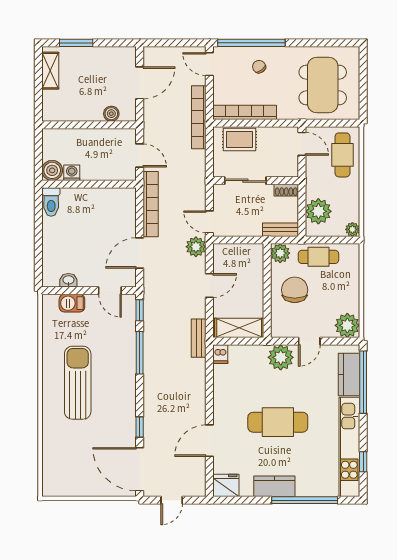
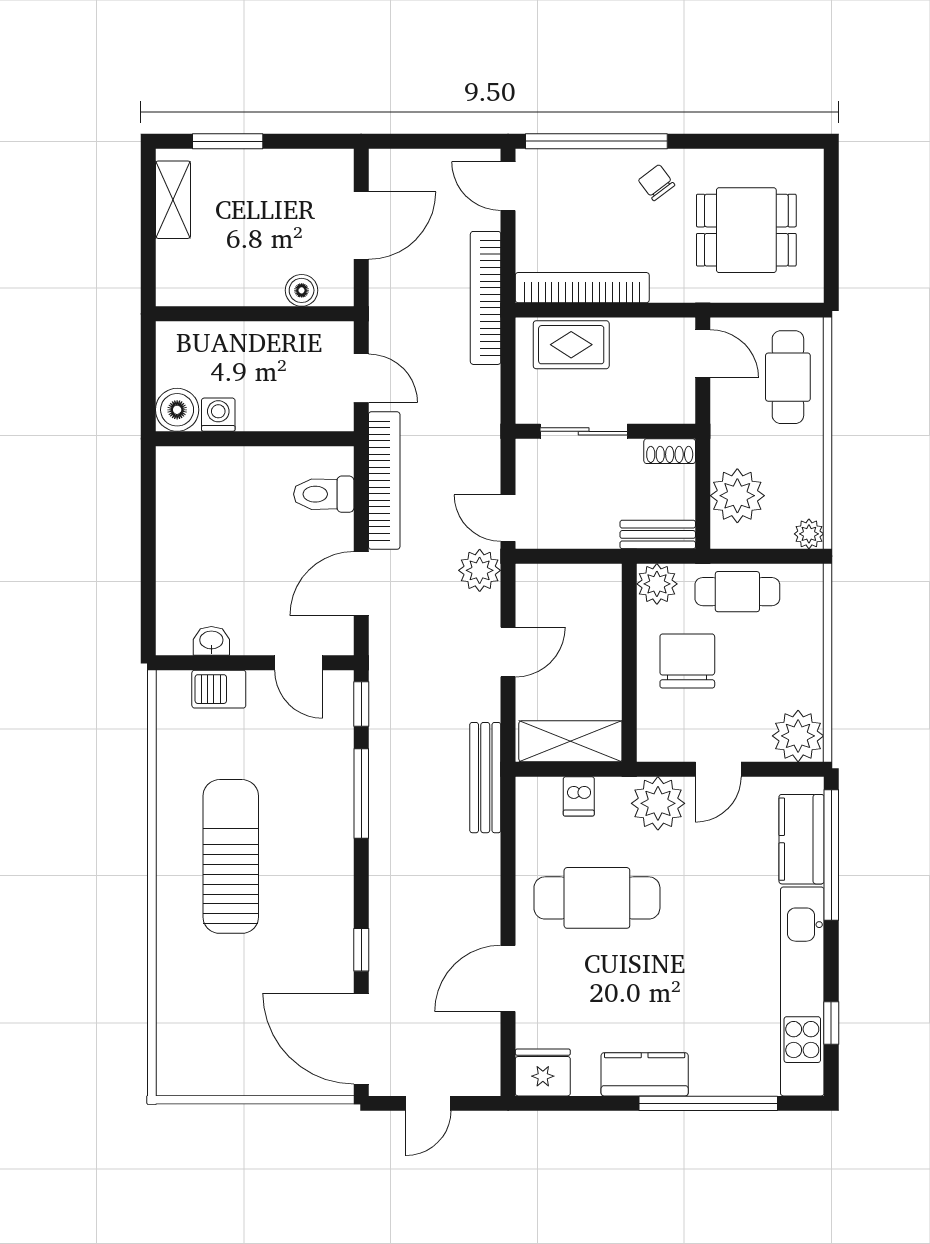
chair: (259, 67) -> (657, 183), moved
dining table: (323, 85) -> (746, 230), width x0.73
toilet: (51, 202) -> (324, 494), moved, turned 90
bench: (199, 338) -> (485, 778), width x1.36
dishwasher: (220, 354) -> (579, 796), moved
cafe table: (278, 422) -> (597, 898), moved

